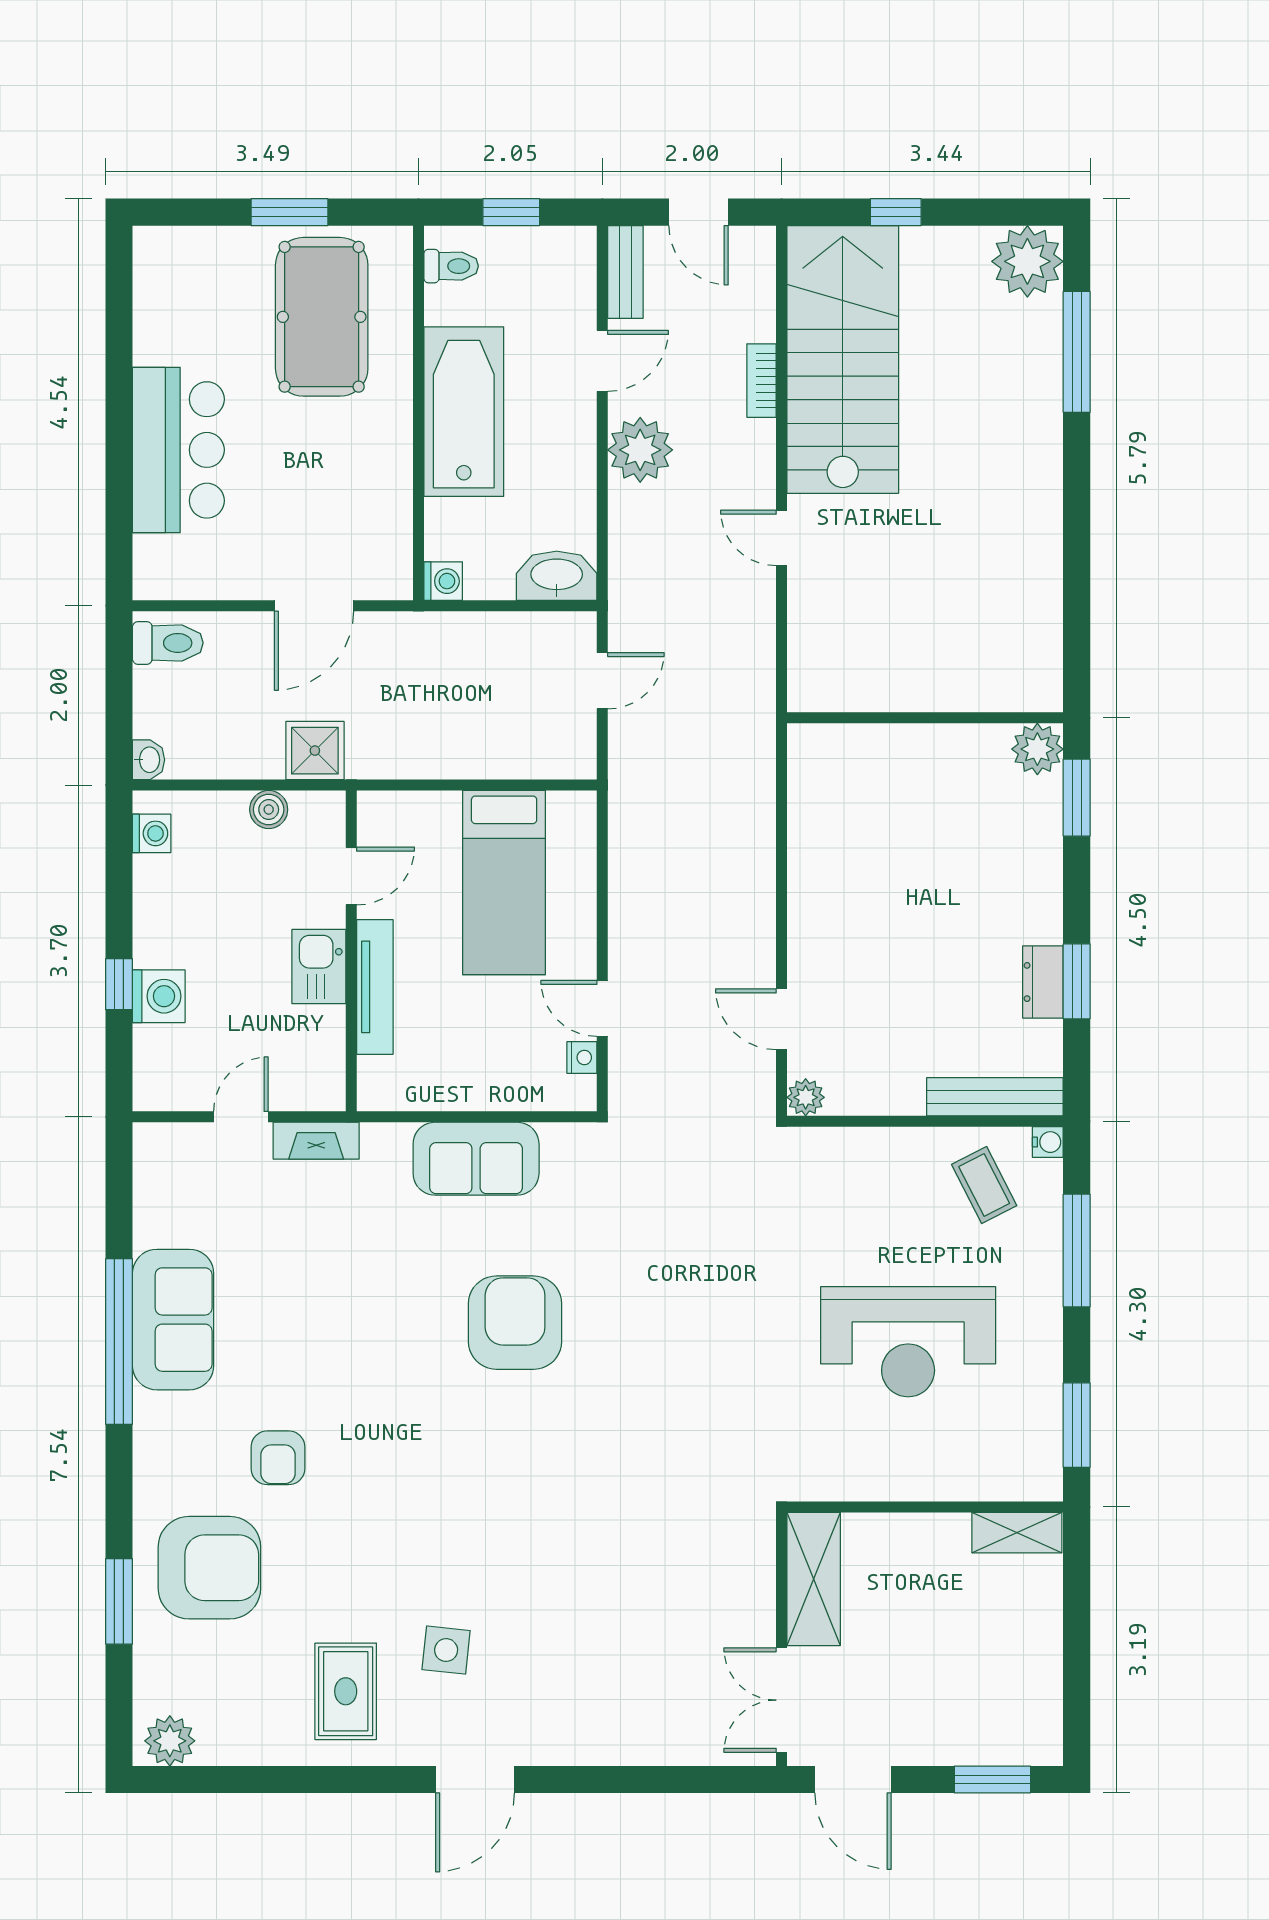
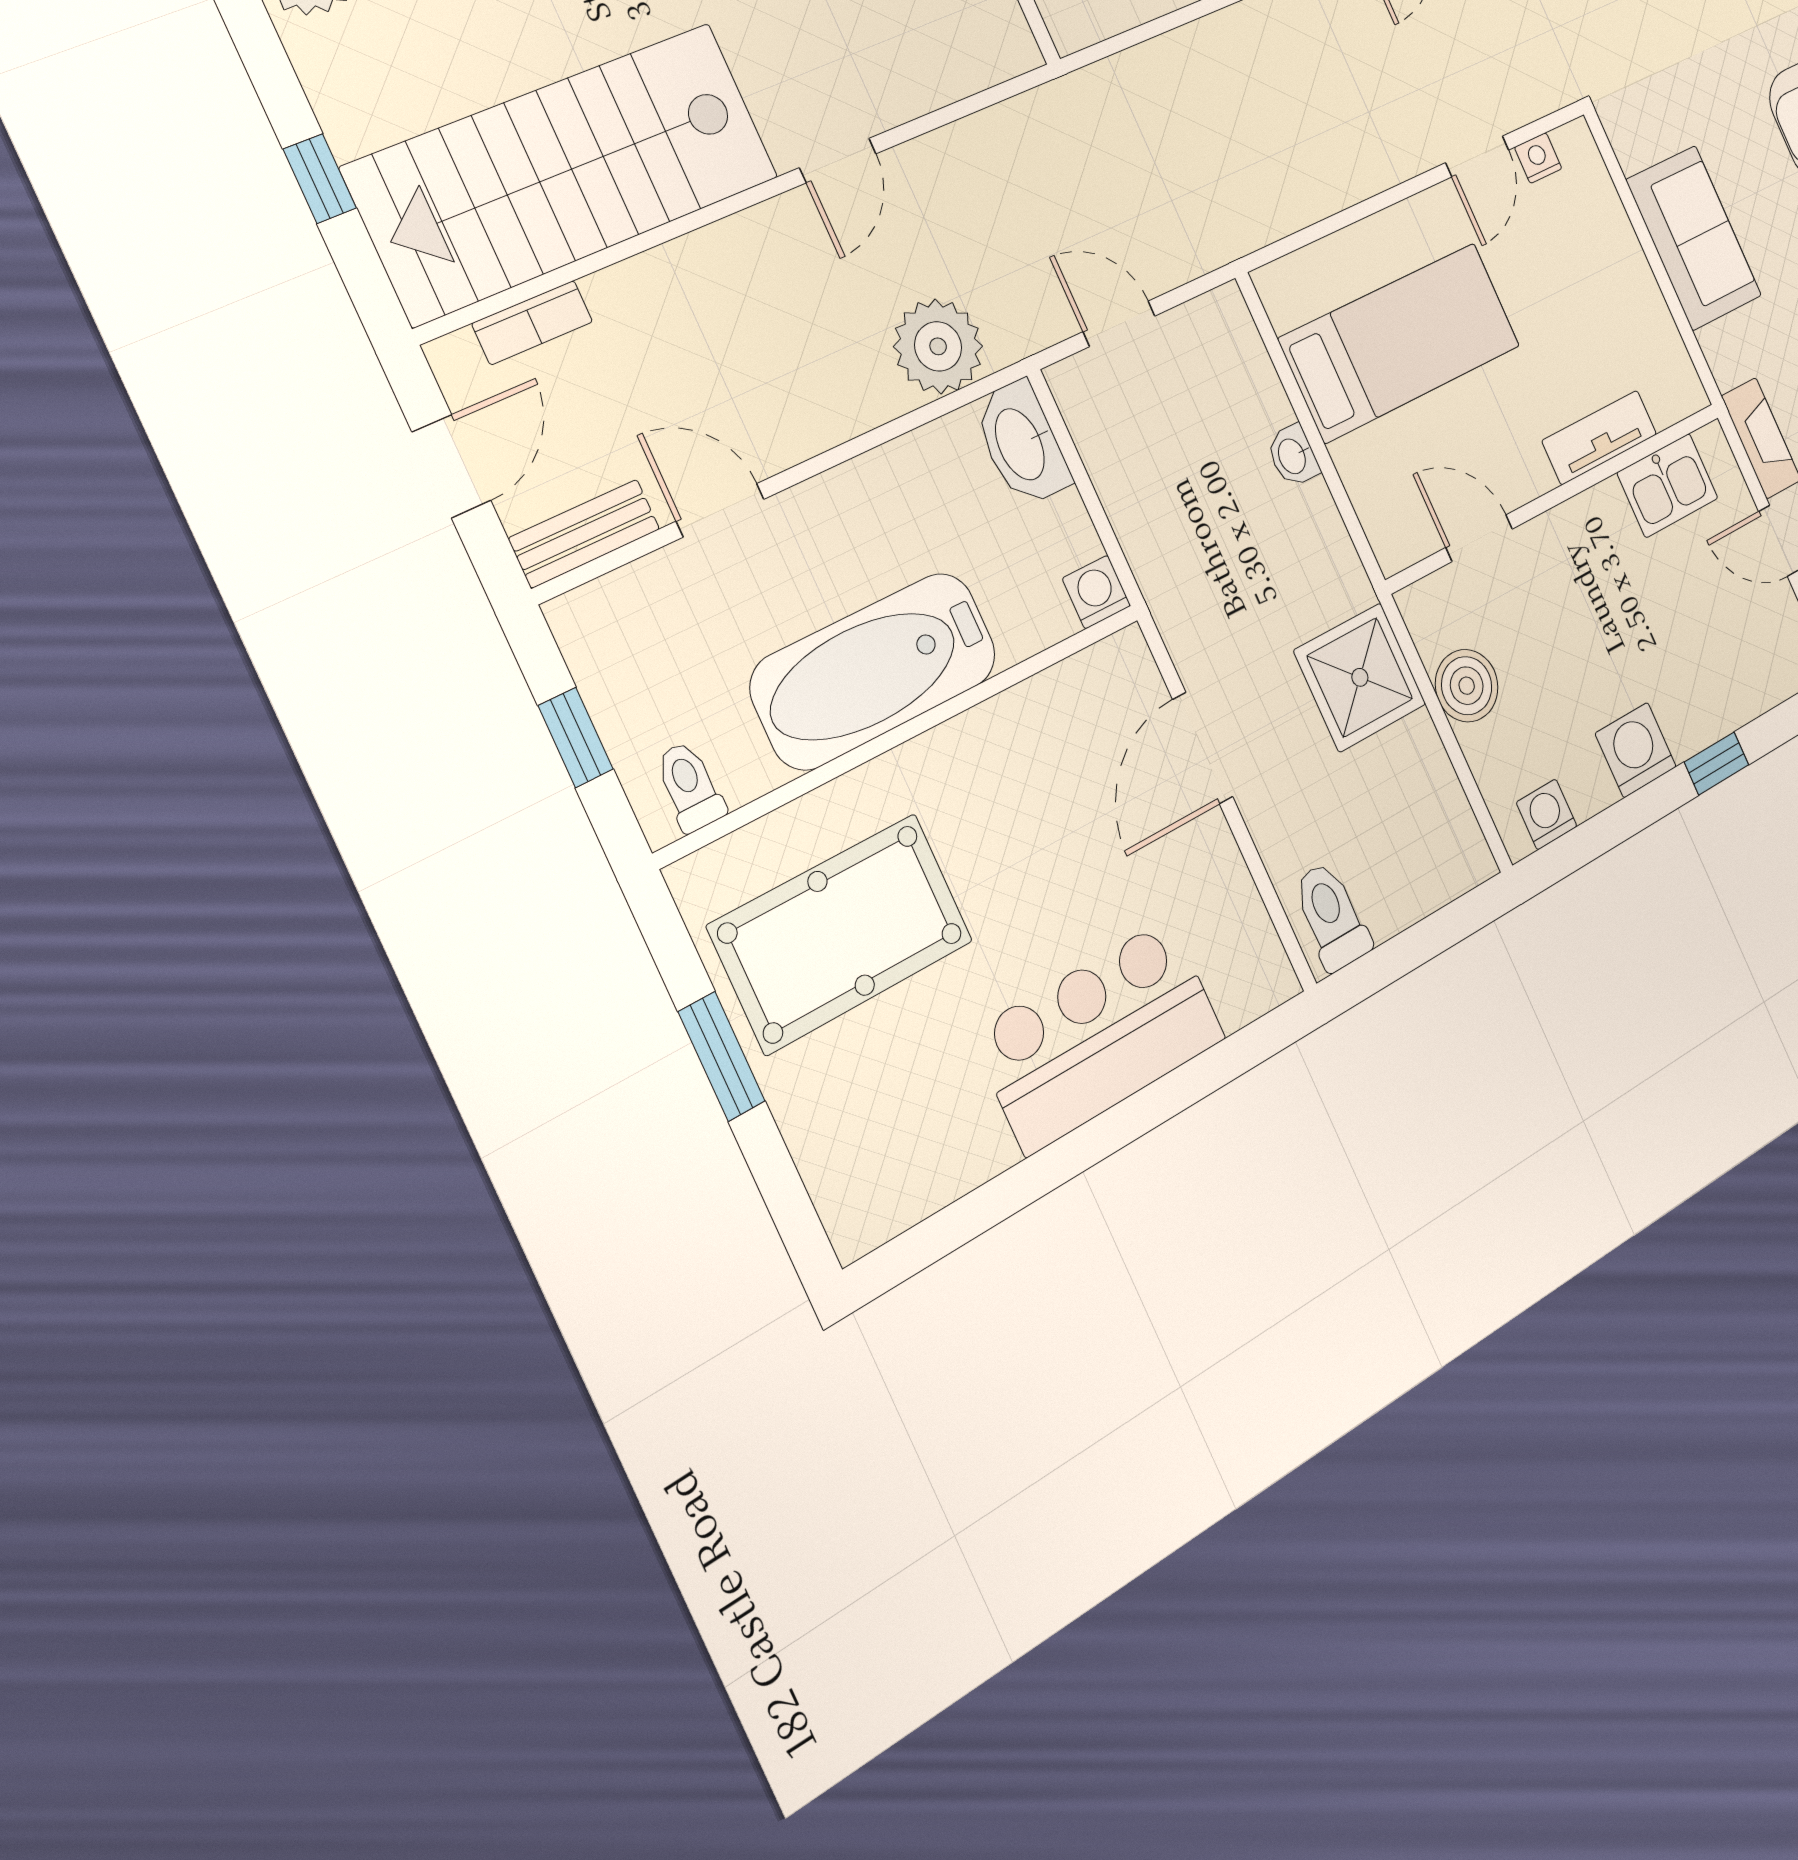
bookcase: (762, 381) -> (532, 323), moved
plant: (640, 450) -> (938, 346), moved
door: (314, 606) -> (1203, 748), swing flipped
shower: (315, 751) -> (1360, 677), width x1.36, depth x1.36
washbasin: (149, 760) -> (1293, 456), moved, turned -90
boiler: (269, 810) -> (1467, 686), width x1.36, depth x1.36
kitchen sink: (319, 967) -> (1668, 485), moved
tv unit: (375, 987) -> (1599, 437), width x0.71
washing machine: (159, 996) -> (1636, 750), moved

